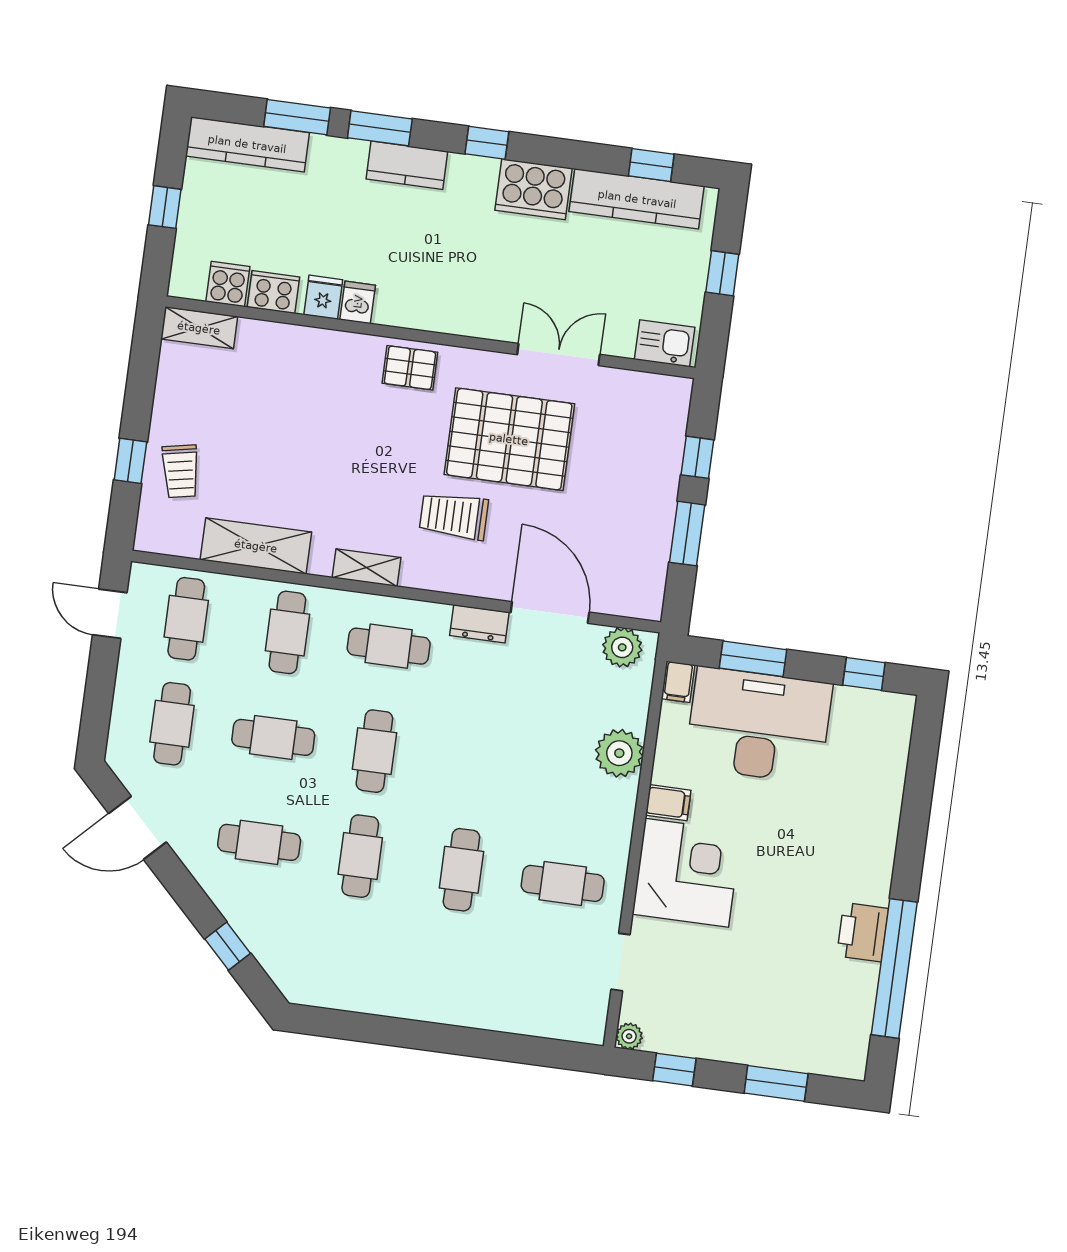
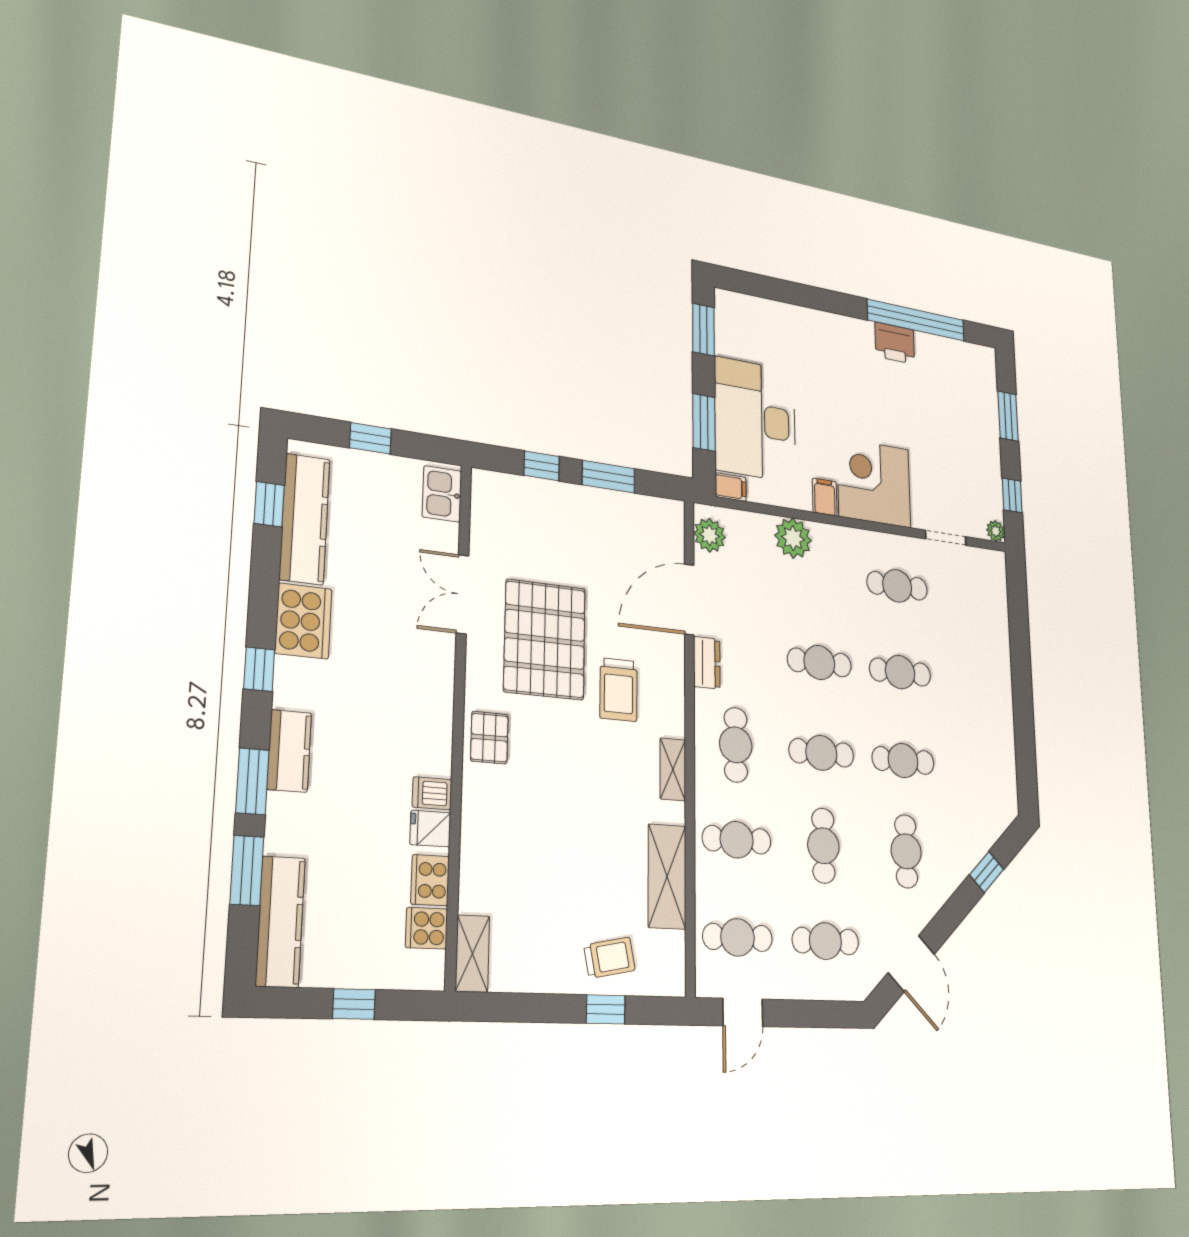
window: (864, 674) -> (704, 330), width x1.50
cafe table: (476, 765) -> (819, 662), added
cafe table: (563, 883) -> (897, 586), turned 90

